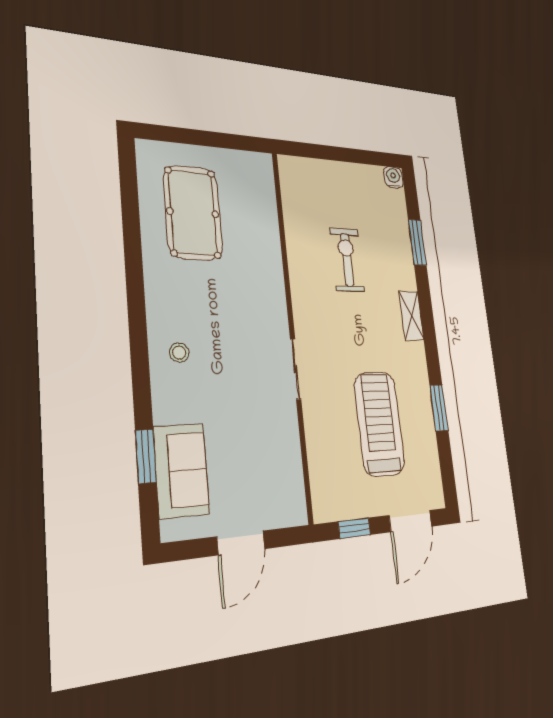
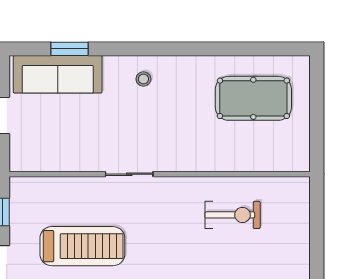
exercise bike: (347, 260) -> (233, 215), moved
sofa: (181, 470) -> (58, 74), width x1.36

